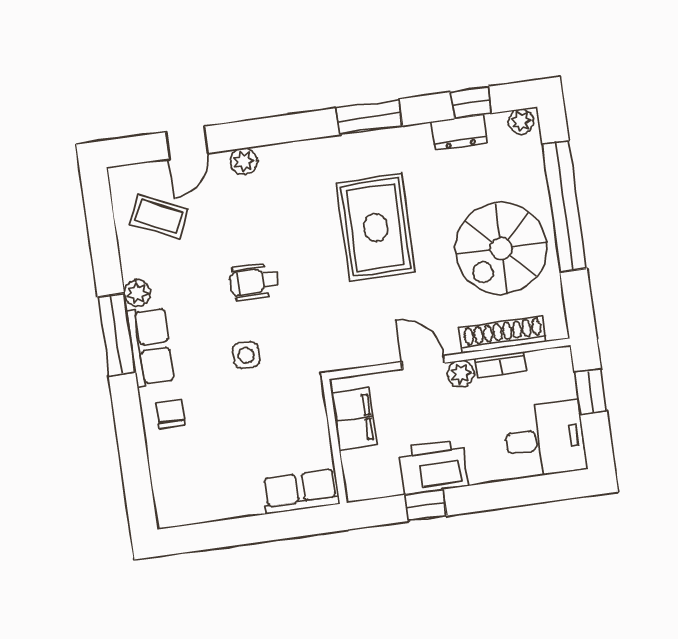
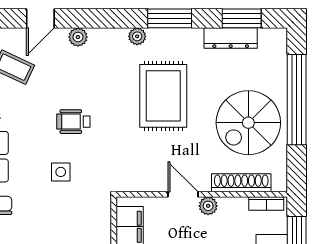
window: (471, 103) -> (242, 18), width x1.50
plant: (521, 121) -> (137, 36), moved
dresser: (459, 133) -> (231, 38), width x1.44
bookcase: (500, 365) -> (266, 204), moved

